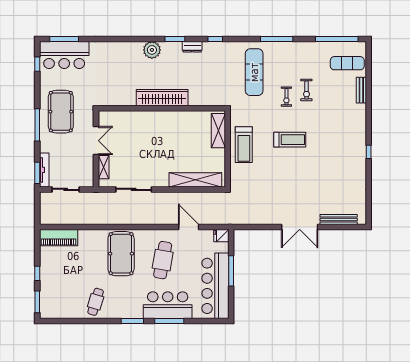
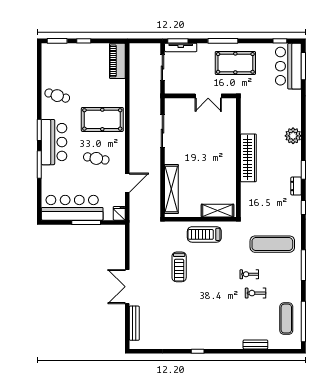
plant: (152, 50) -> (293, 136), moved
exercise mat: (347, 63) -> (286, 319), moved
treadmill: (290, 140) -> (179, 267), moved
shelving: (104, 167) -> (183, 103), removed
cafe table: (163, 260) -> (96, 158), width x0.73, depth x0.74
bar counter: (168, 305) -> (54, 142), moved

